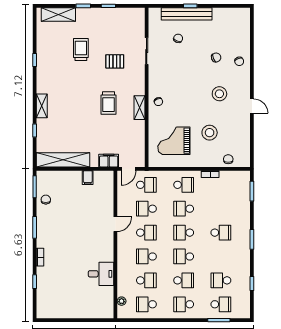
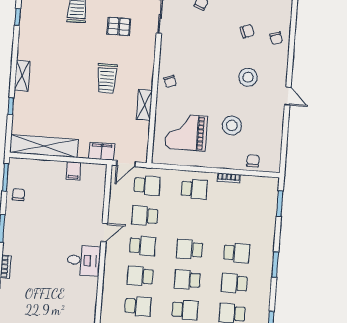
shelving: (140, 108) -> (144, 105), moved
school desk: (184, 209) -> (234, 283), moved
desk: (101, 274) -> (84, 260), moved

